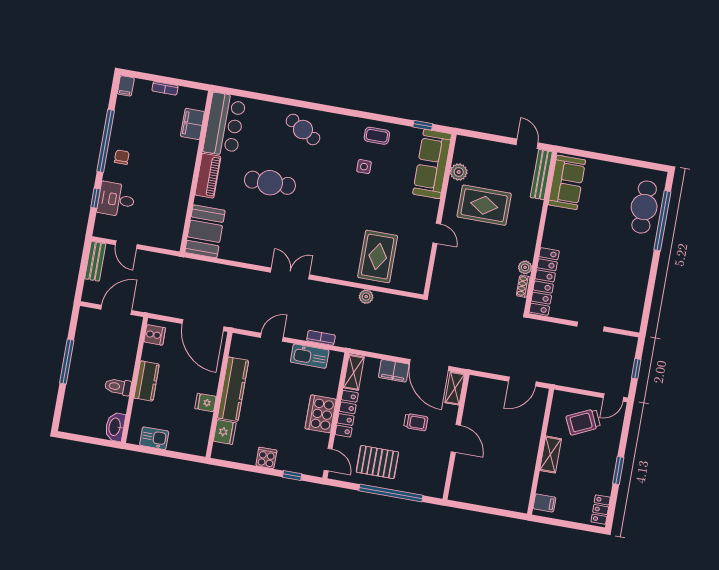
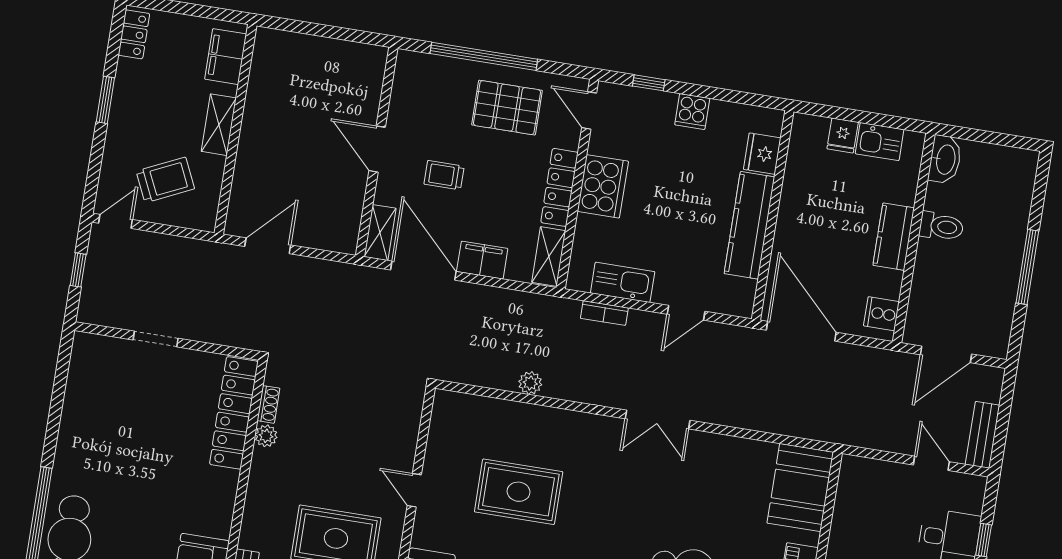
rug: (378, 257) -> (519, 492), moved, turned 90
fridge: (205, 403) -> (843, 135), moved, turned 90
filing cabinet: (544, 503) -> (226, 57), width x2.00

